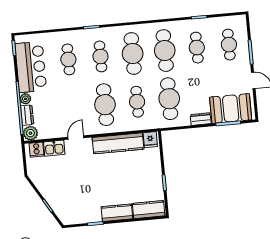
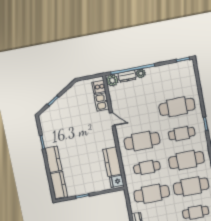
cafe table: (68, 59) -> (177, 107), width x1.37, depth x1.35
bar counter: (31, 67) -> (168, 76), removed
kitchen counter: (118, 143) -> (112, 162), width x0.67

